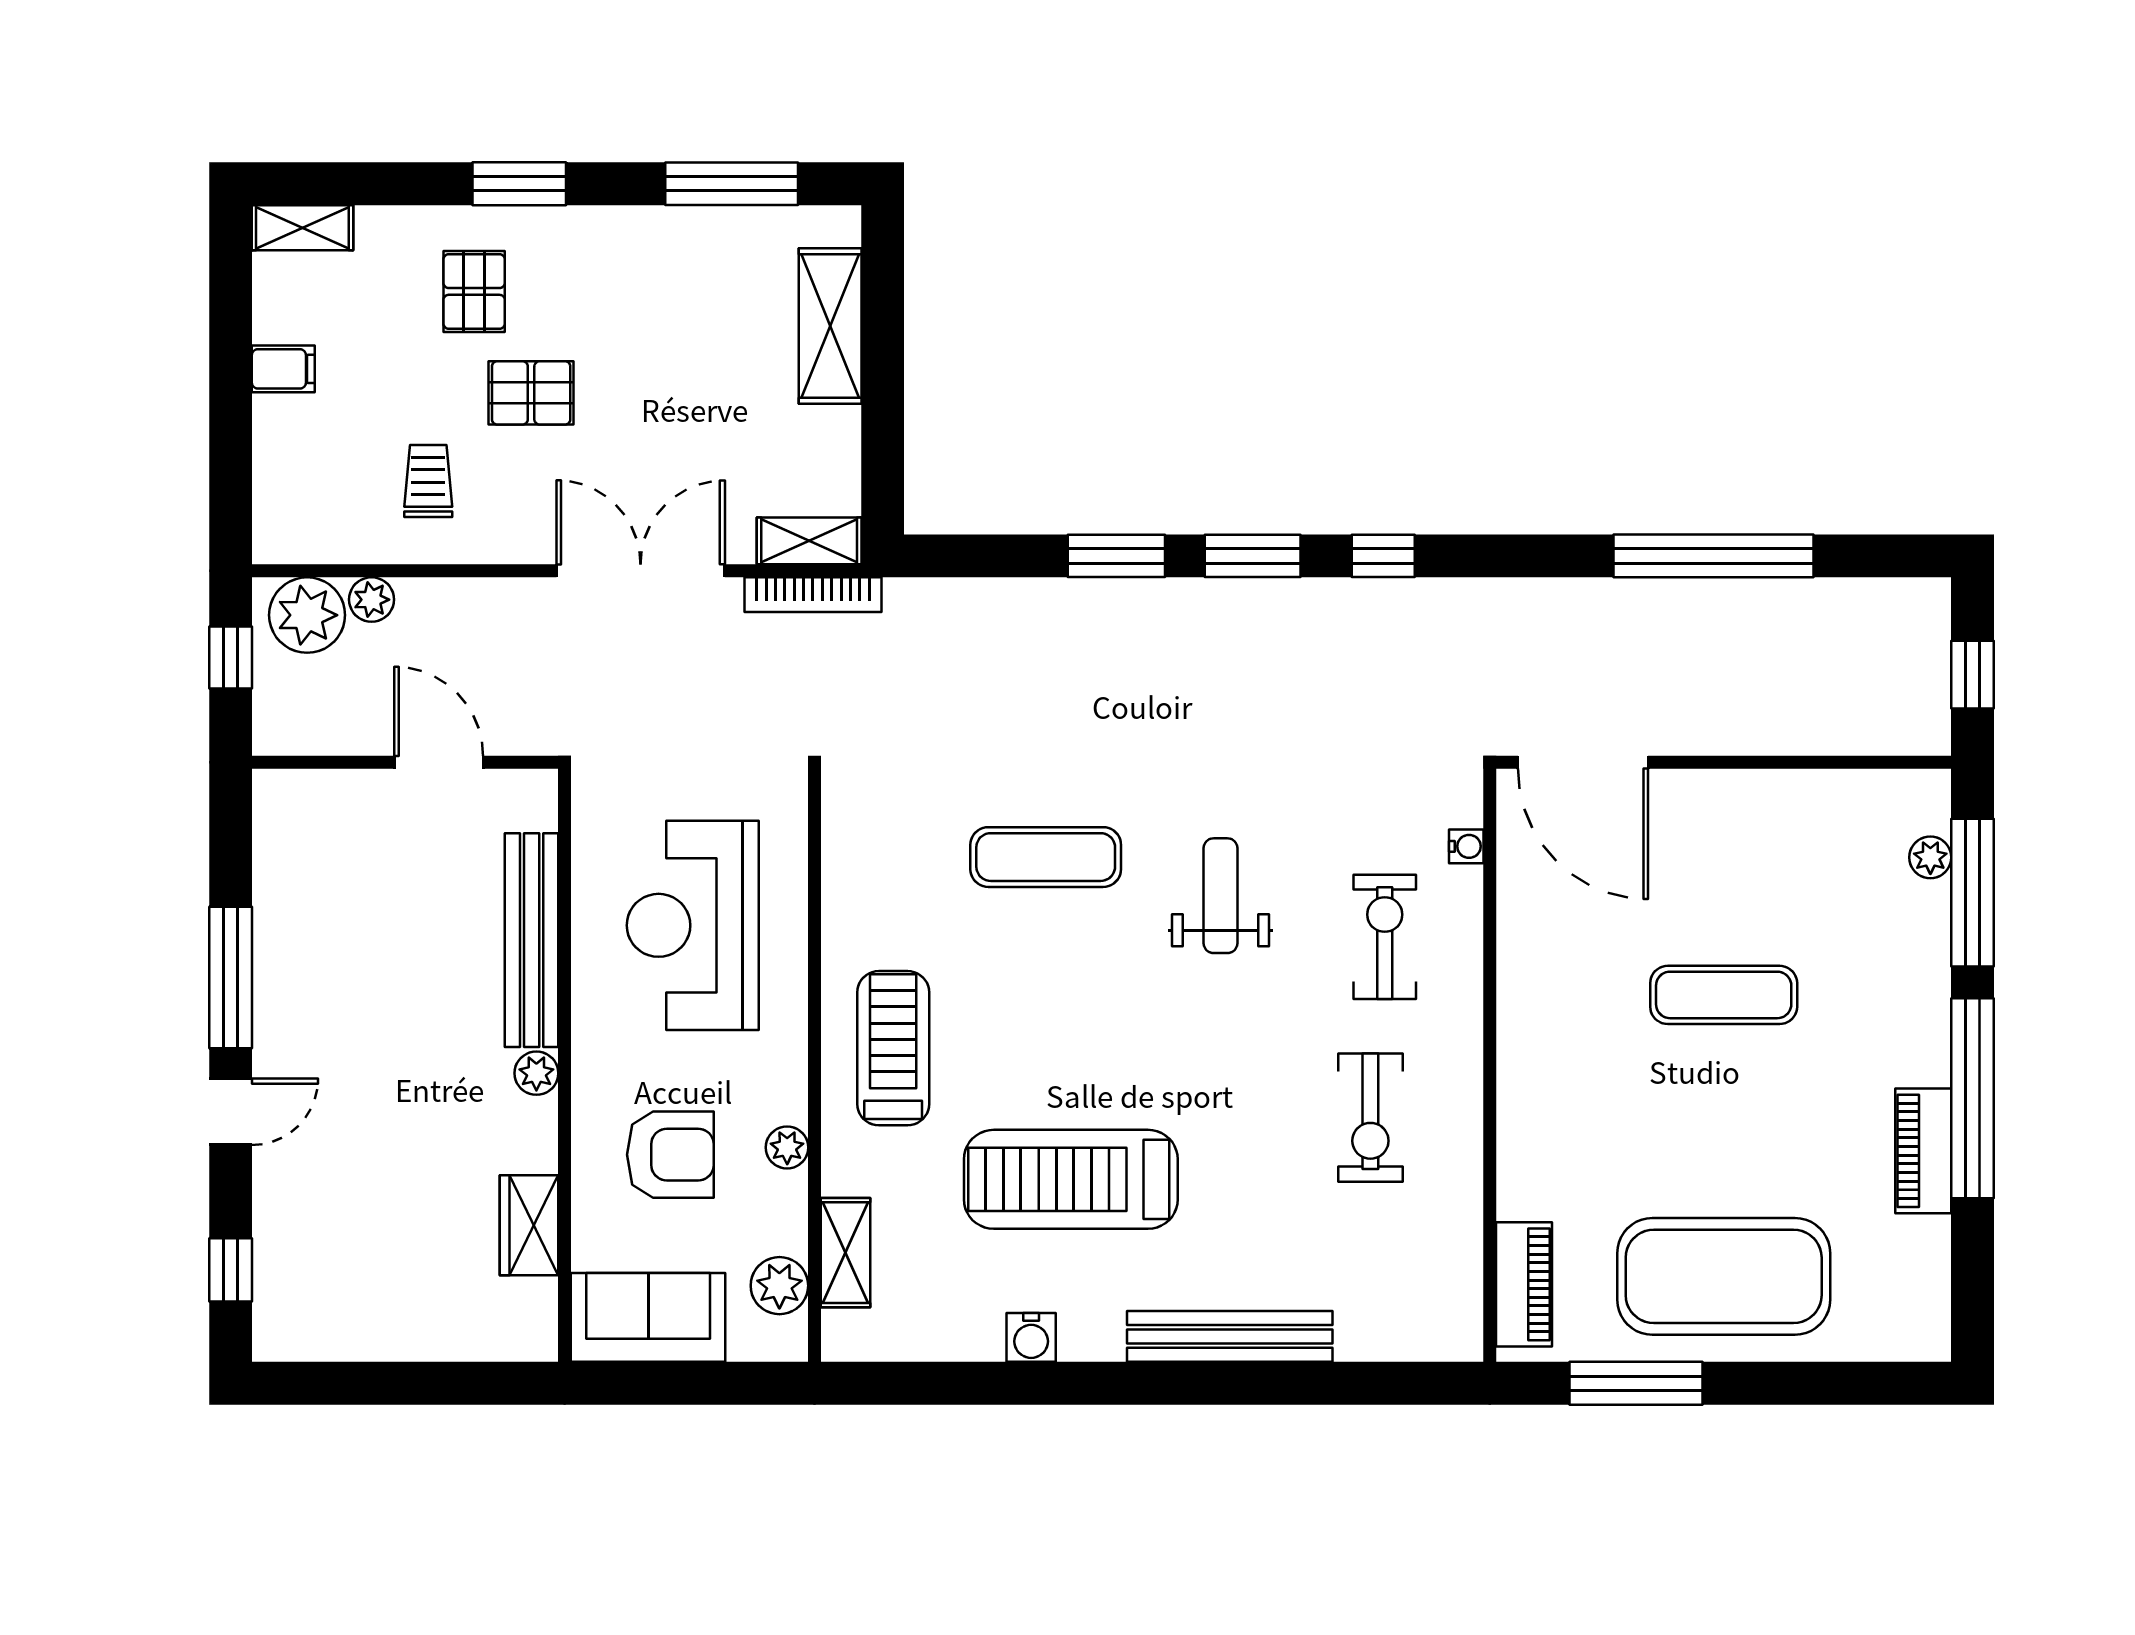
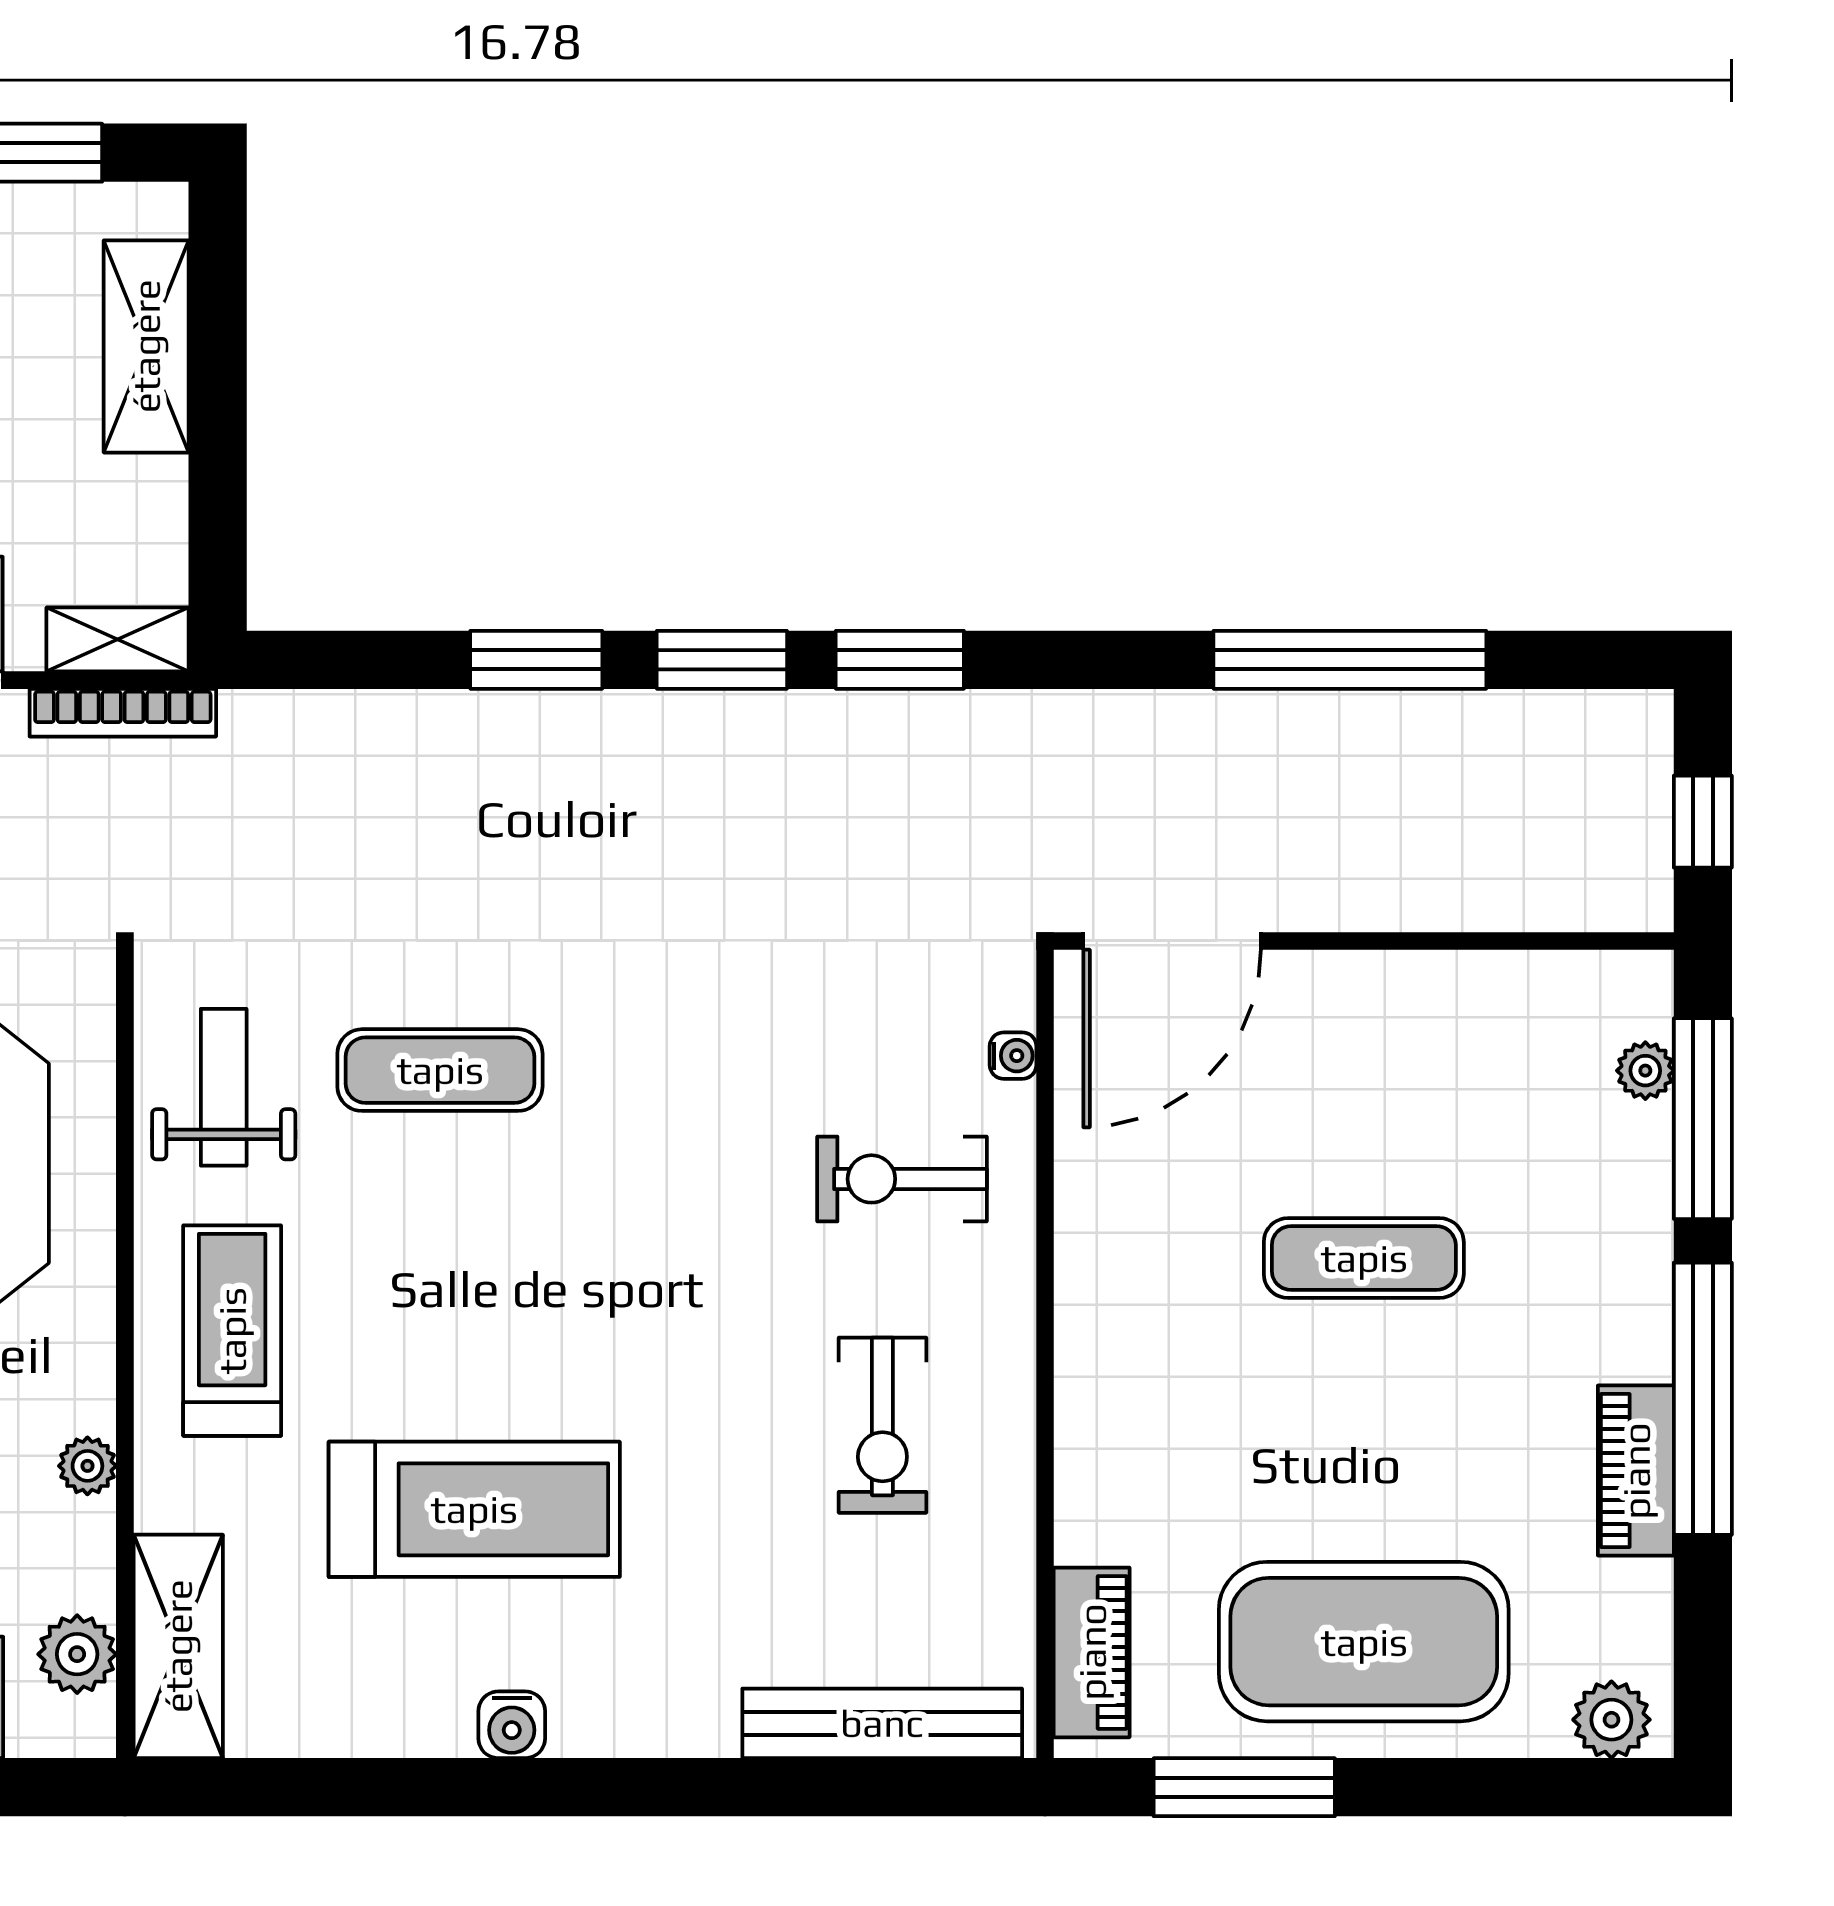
window: (1383, 556) -> (900, 660), width x1.50
door: (1583, 762) -> (1172, 941), hinge flipped
weight bench: (1220, 896) -> (224, 1087), moved
exercise bike: (1385, 937) -> (902, 1179), turned -90
treadmill: (1071, 1179) -> (474, 1509), turned 180
shelving: (845, 1253) -> (178, 1646), width x1.50, depth x1.33
plant: (1905, 1334) -> (1611, 1720), added
bench: (1230, 1336) -> (882, 1723), moved
water cooler: (1031, 1337) -> (512, 1725), moved

